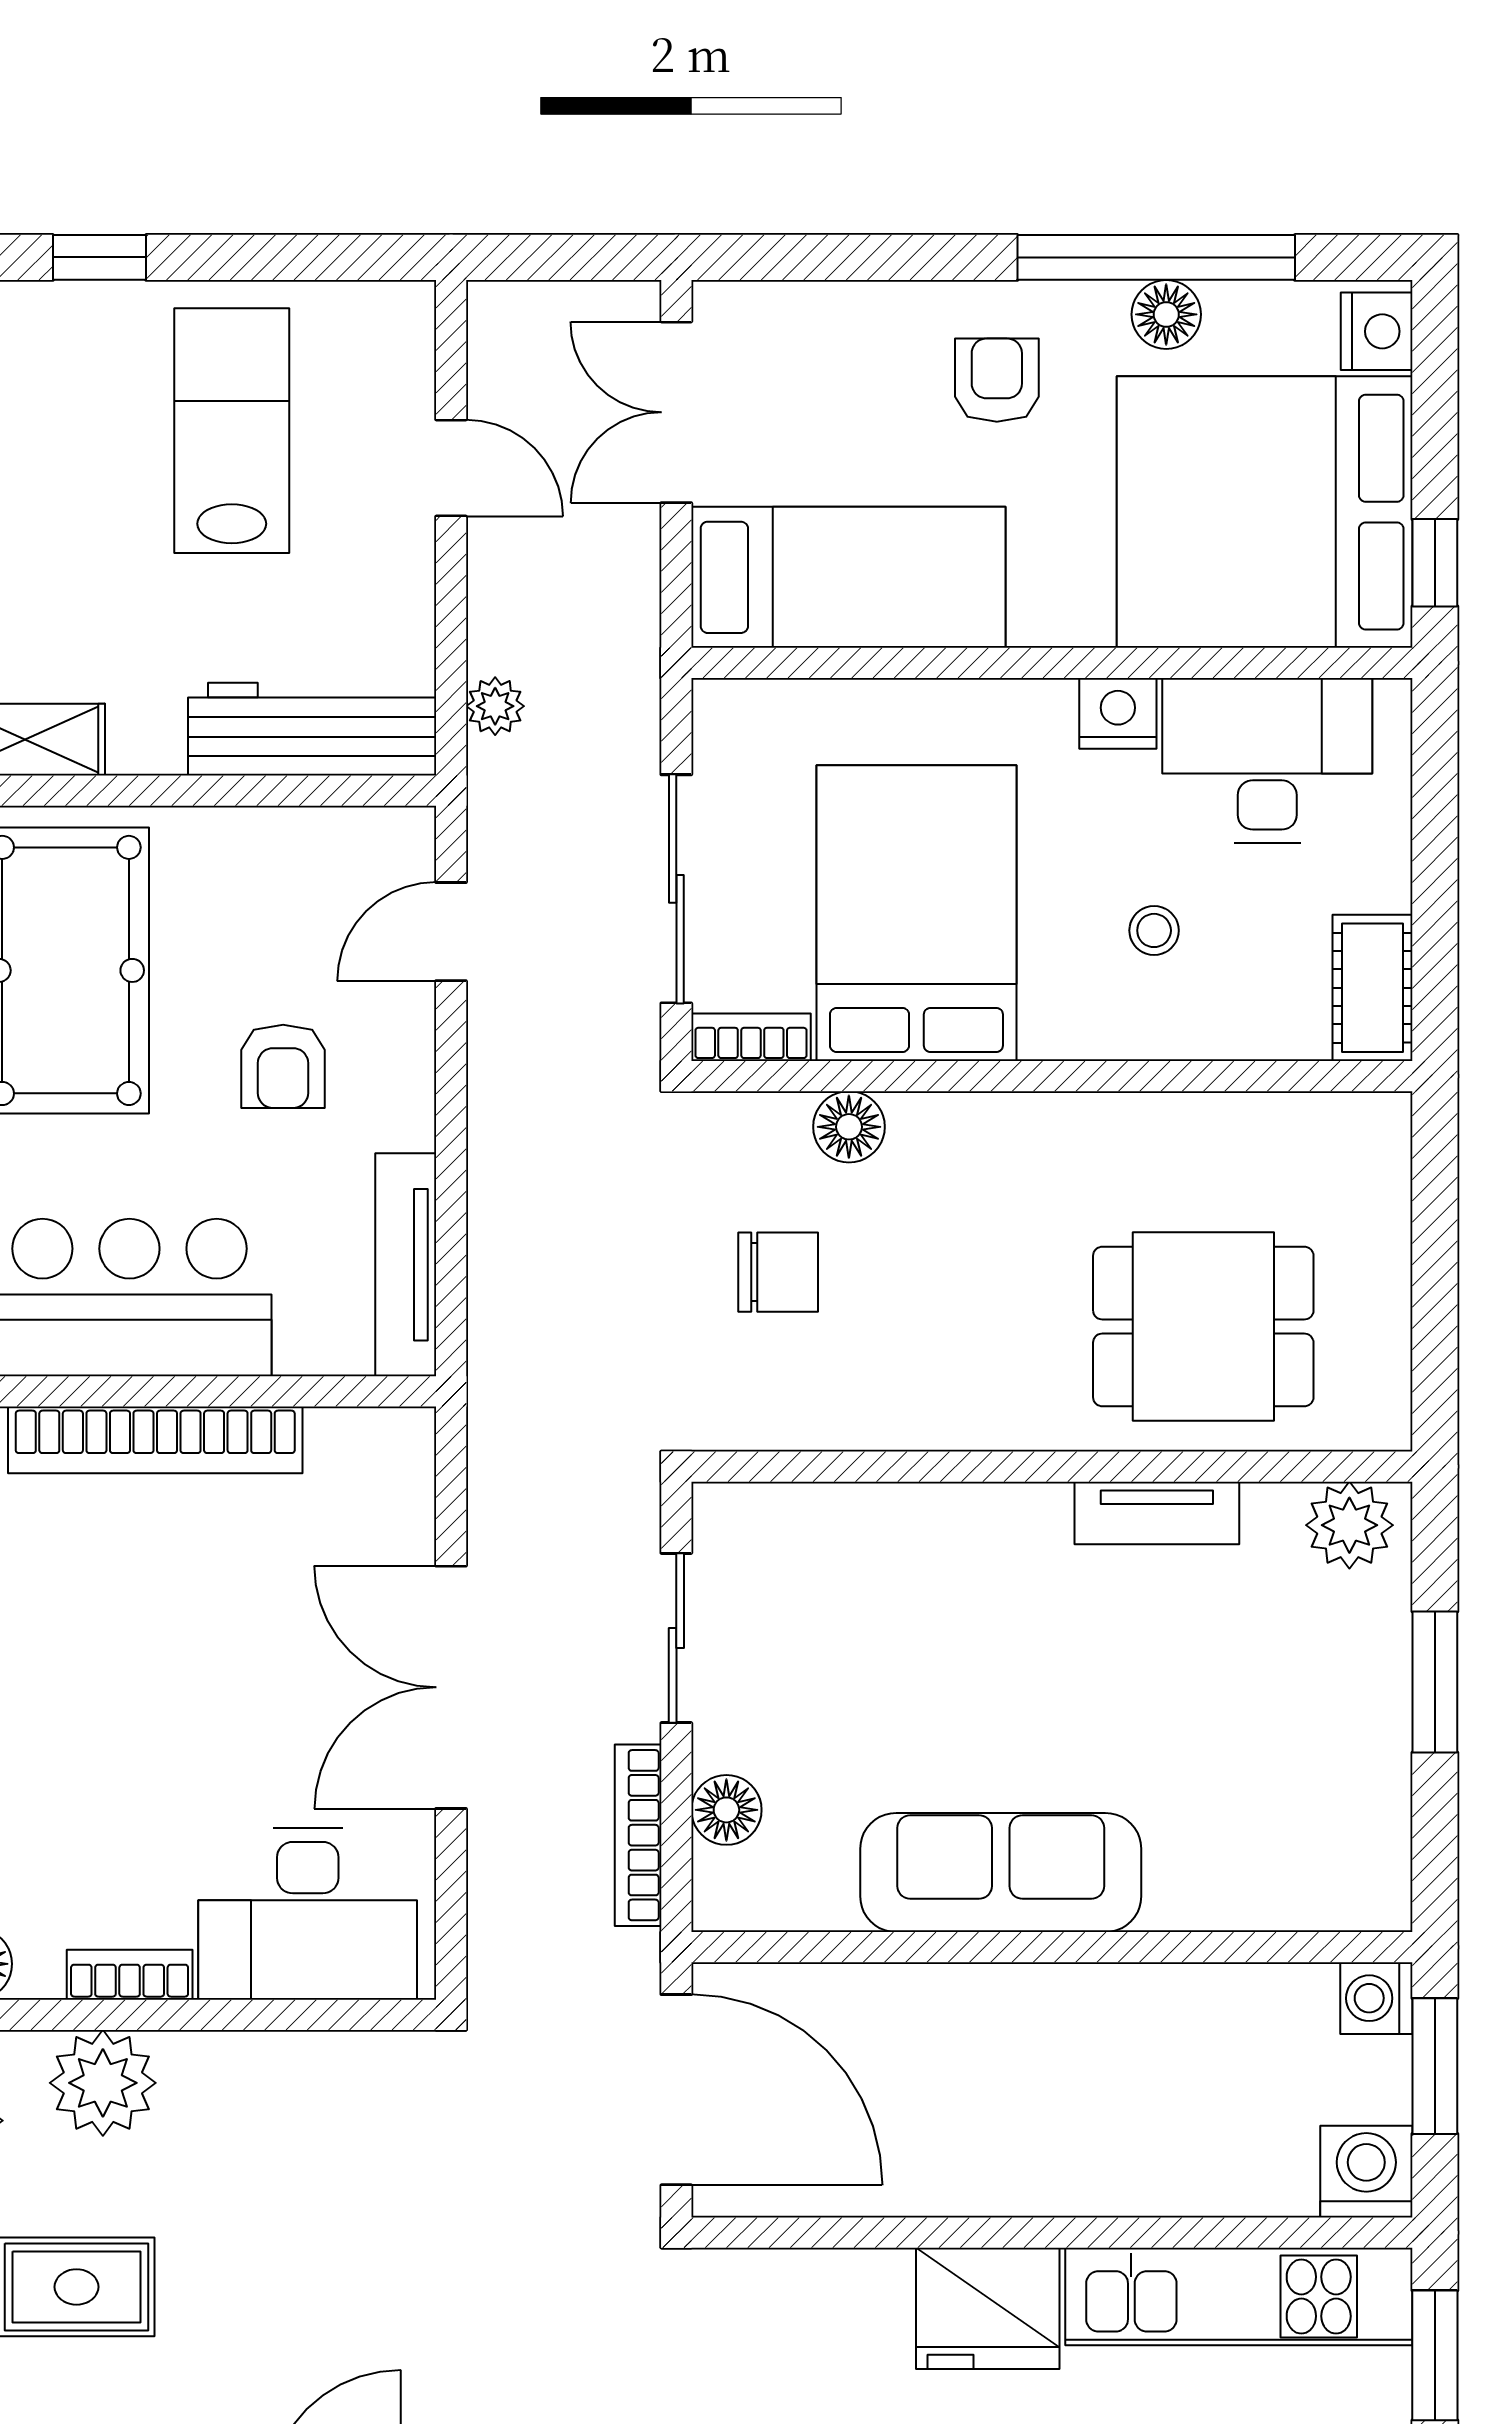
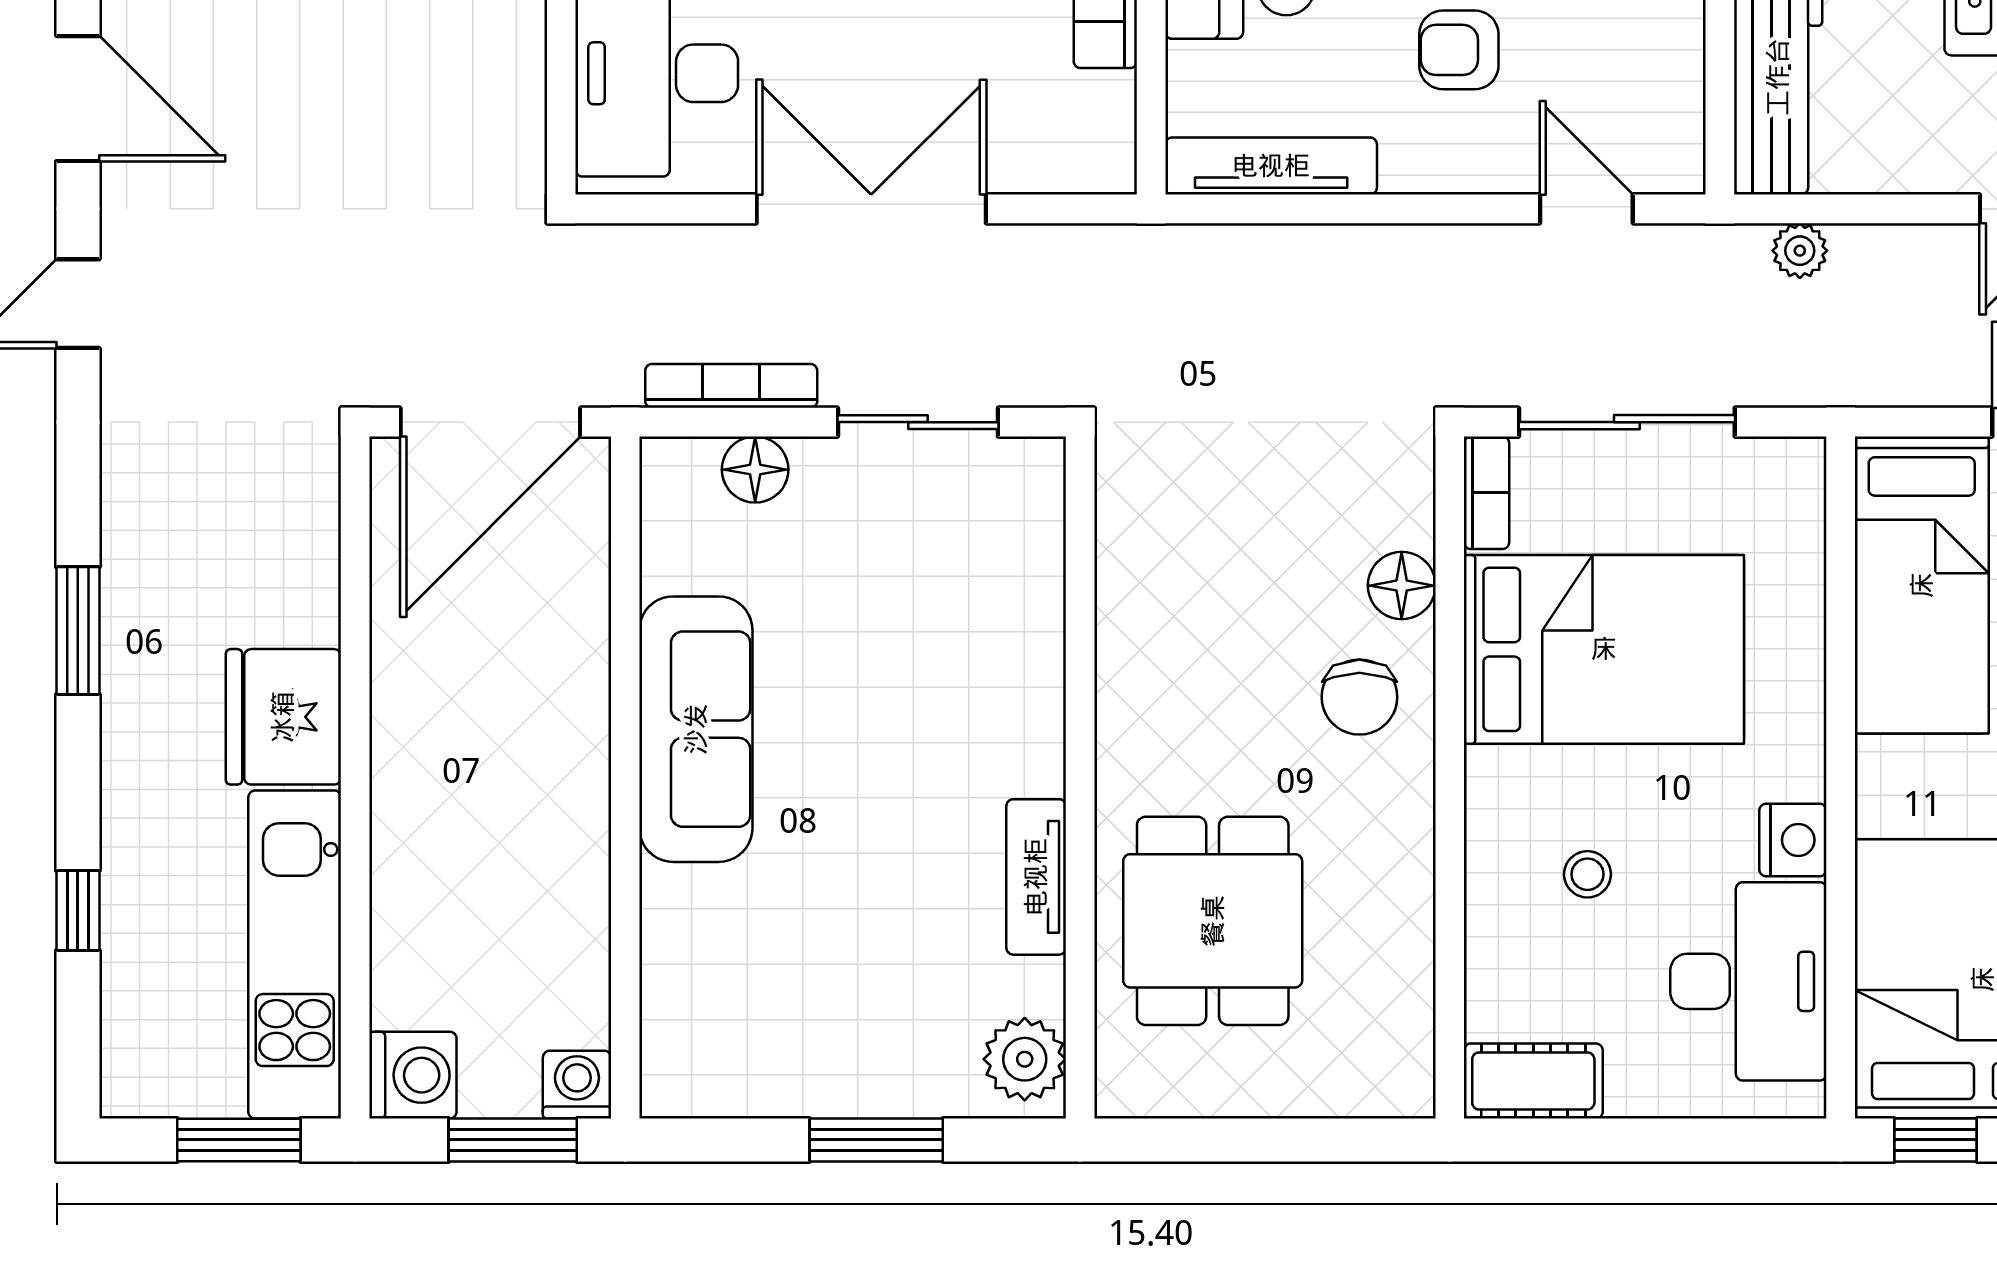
chair: (778, 1272) -> (1359, 697), moved

